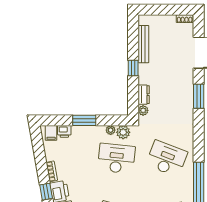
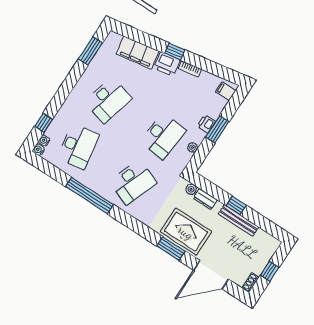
window: (167, 10) -> (270, 271), added
bench: (143, 44) -> (238, 220), moved
rug: (178, 93) -> (186, 232), added
printer: (64, 131) -> (206, 124), moved
plant: (123, 132) -> (183, 158), removed

